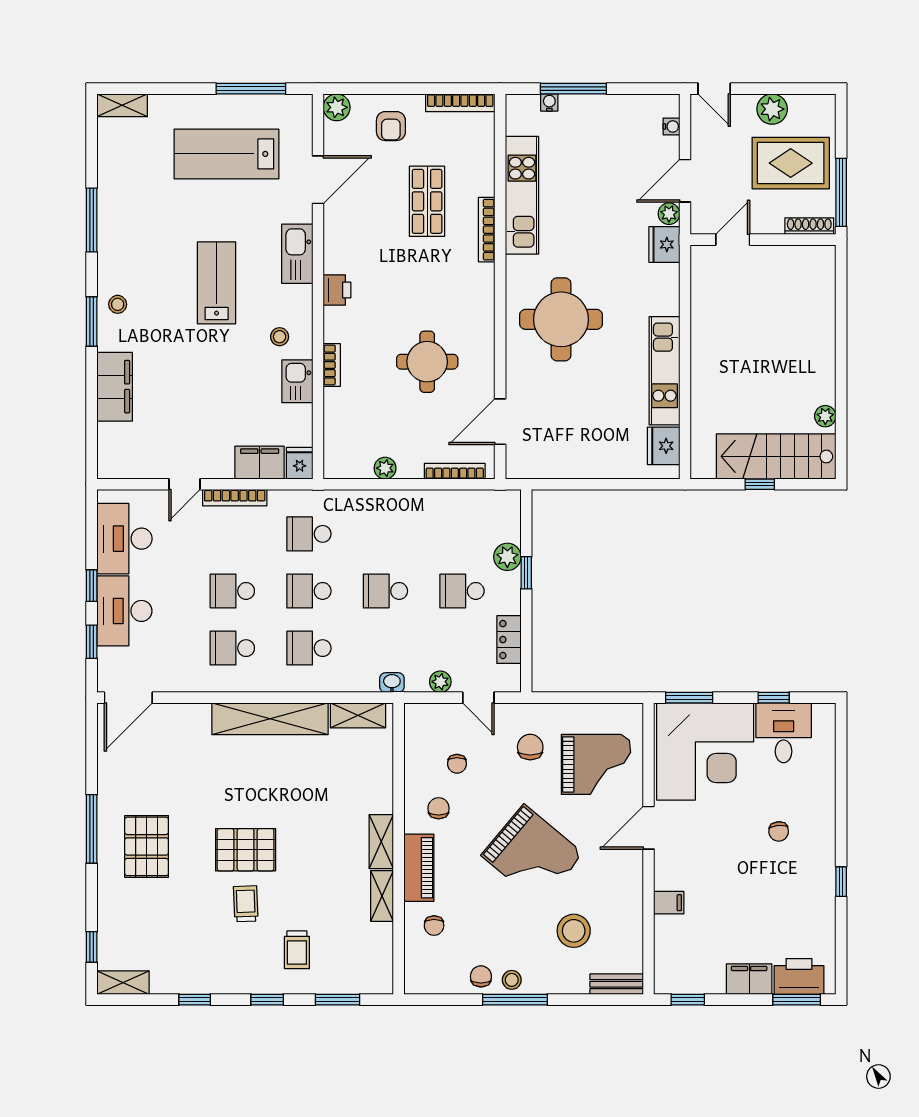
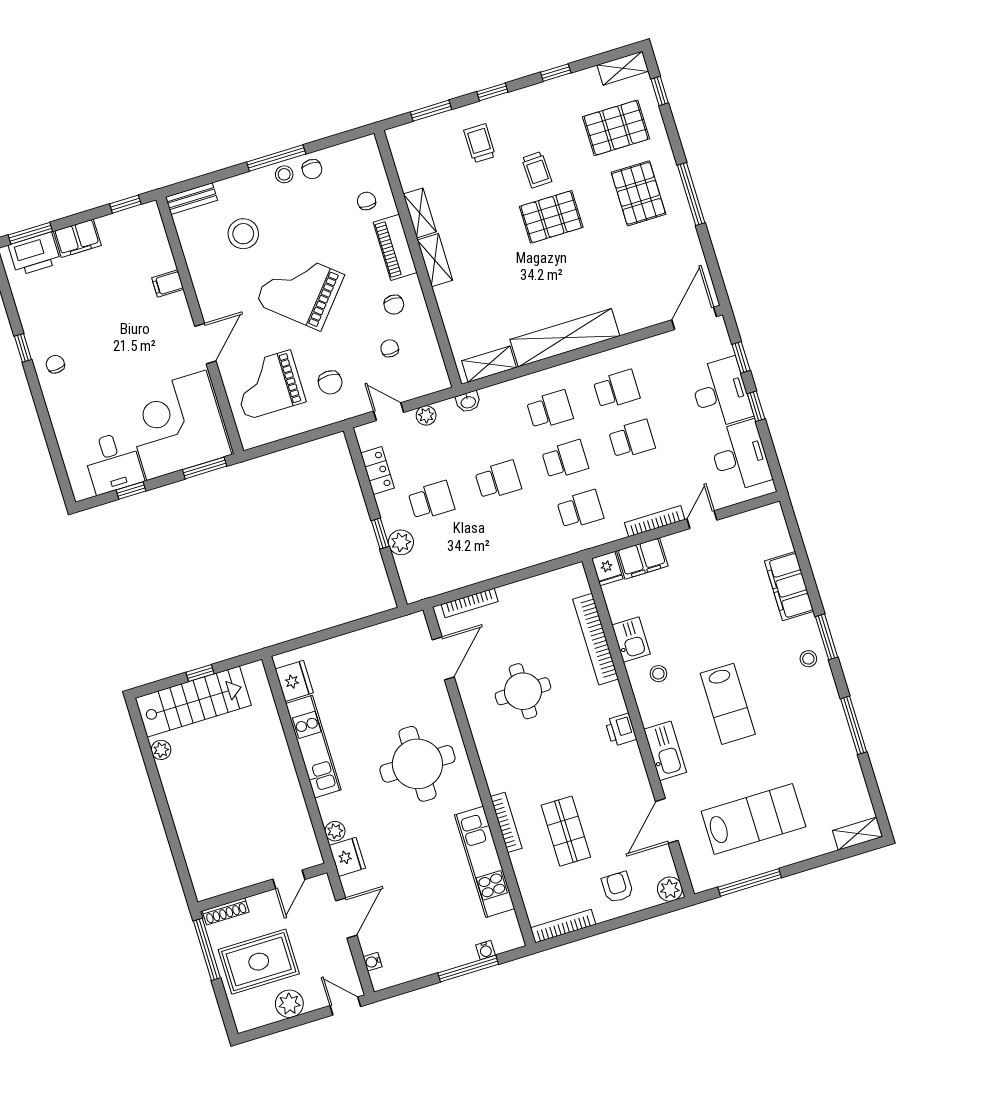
plant: (669, 214) -> (335, 831), moved
bookcase: (332, 365) -> (596, 639), width x2.31, depth x1.31
plant: (385, 468) -> (531, 587), removed
chair: (779, 831) -> (55, 364), moved
pallet: (149, 922) -> (616, 128), added

